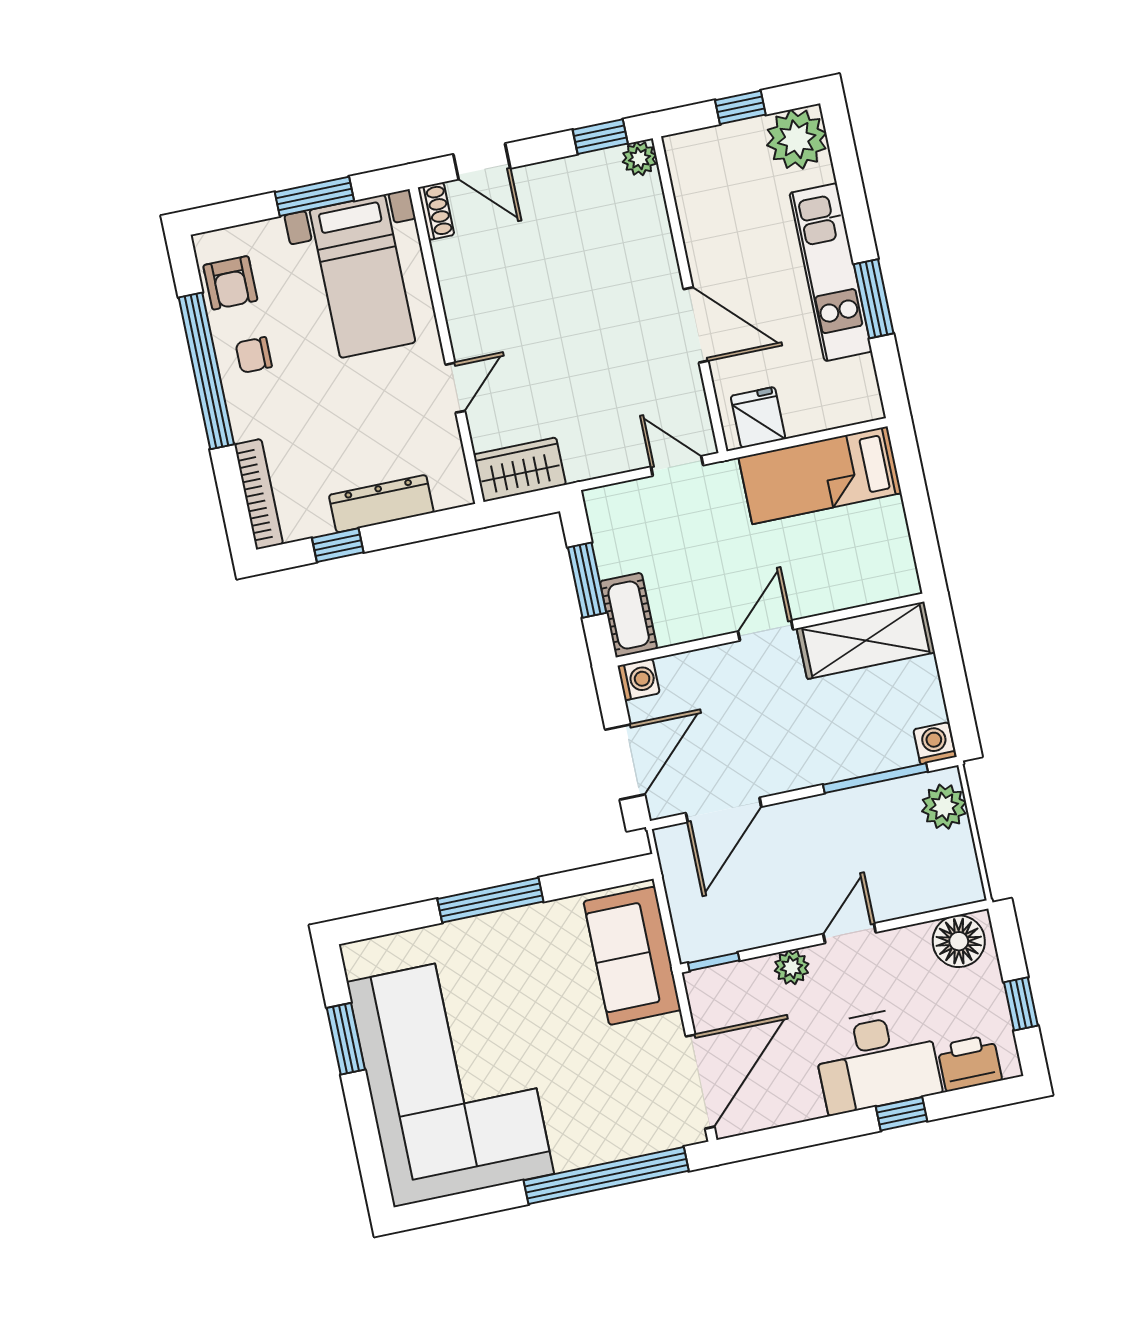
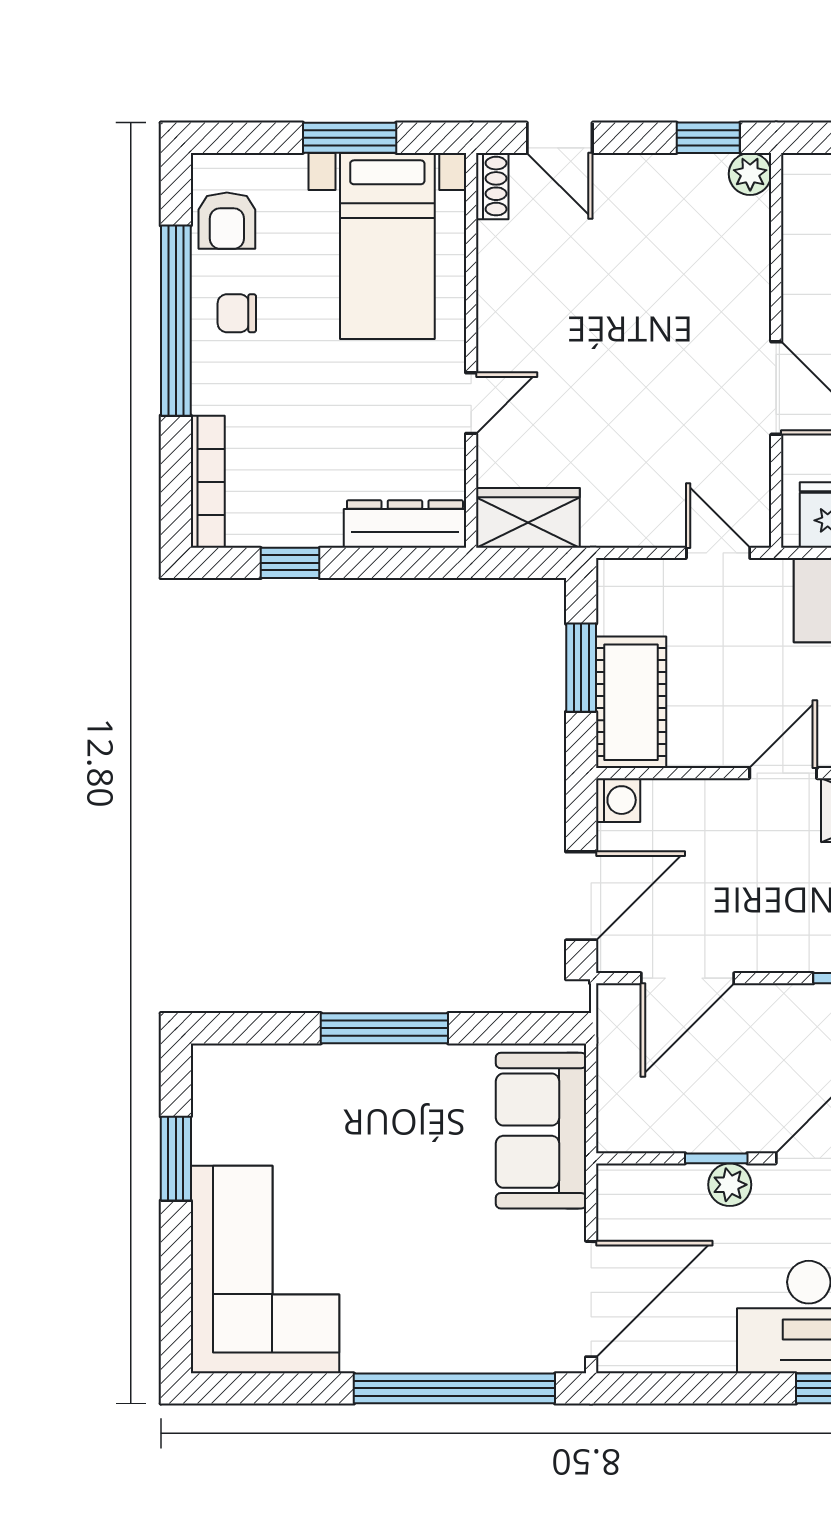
dresser: (381, 504) -> (405, 524), moved
cot: (629, 615) -> (631, 702), width x1.37, depth x1.34
window: (714, 962) -> (716, 1158), moved
corner sofa: (450, 1078) -> (265, 1270), width x0.73, depth x0.74

